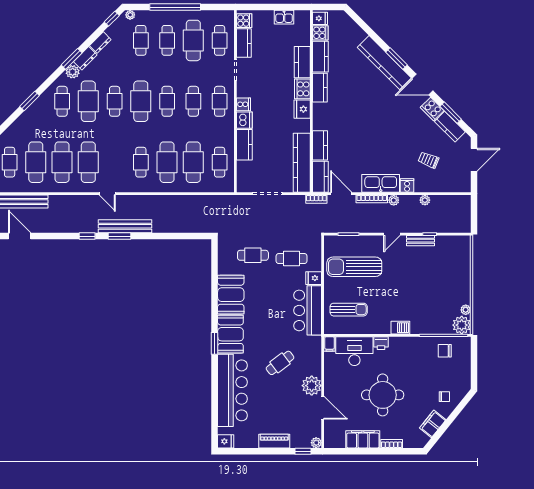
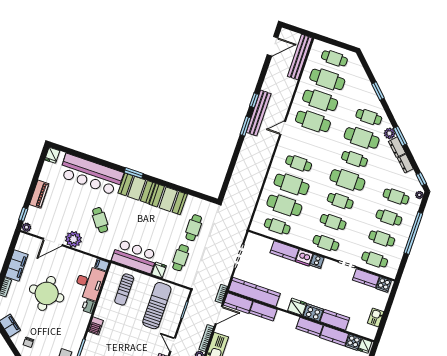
cafe table: (193, 40) -> (382, 238), width x0.73, depth x0.74
bench: (125, 226) -> (259, 113), moved

